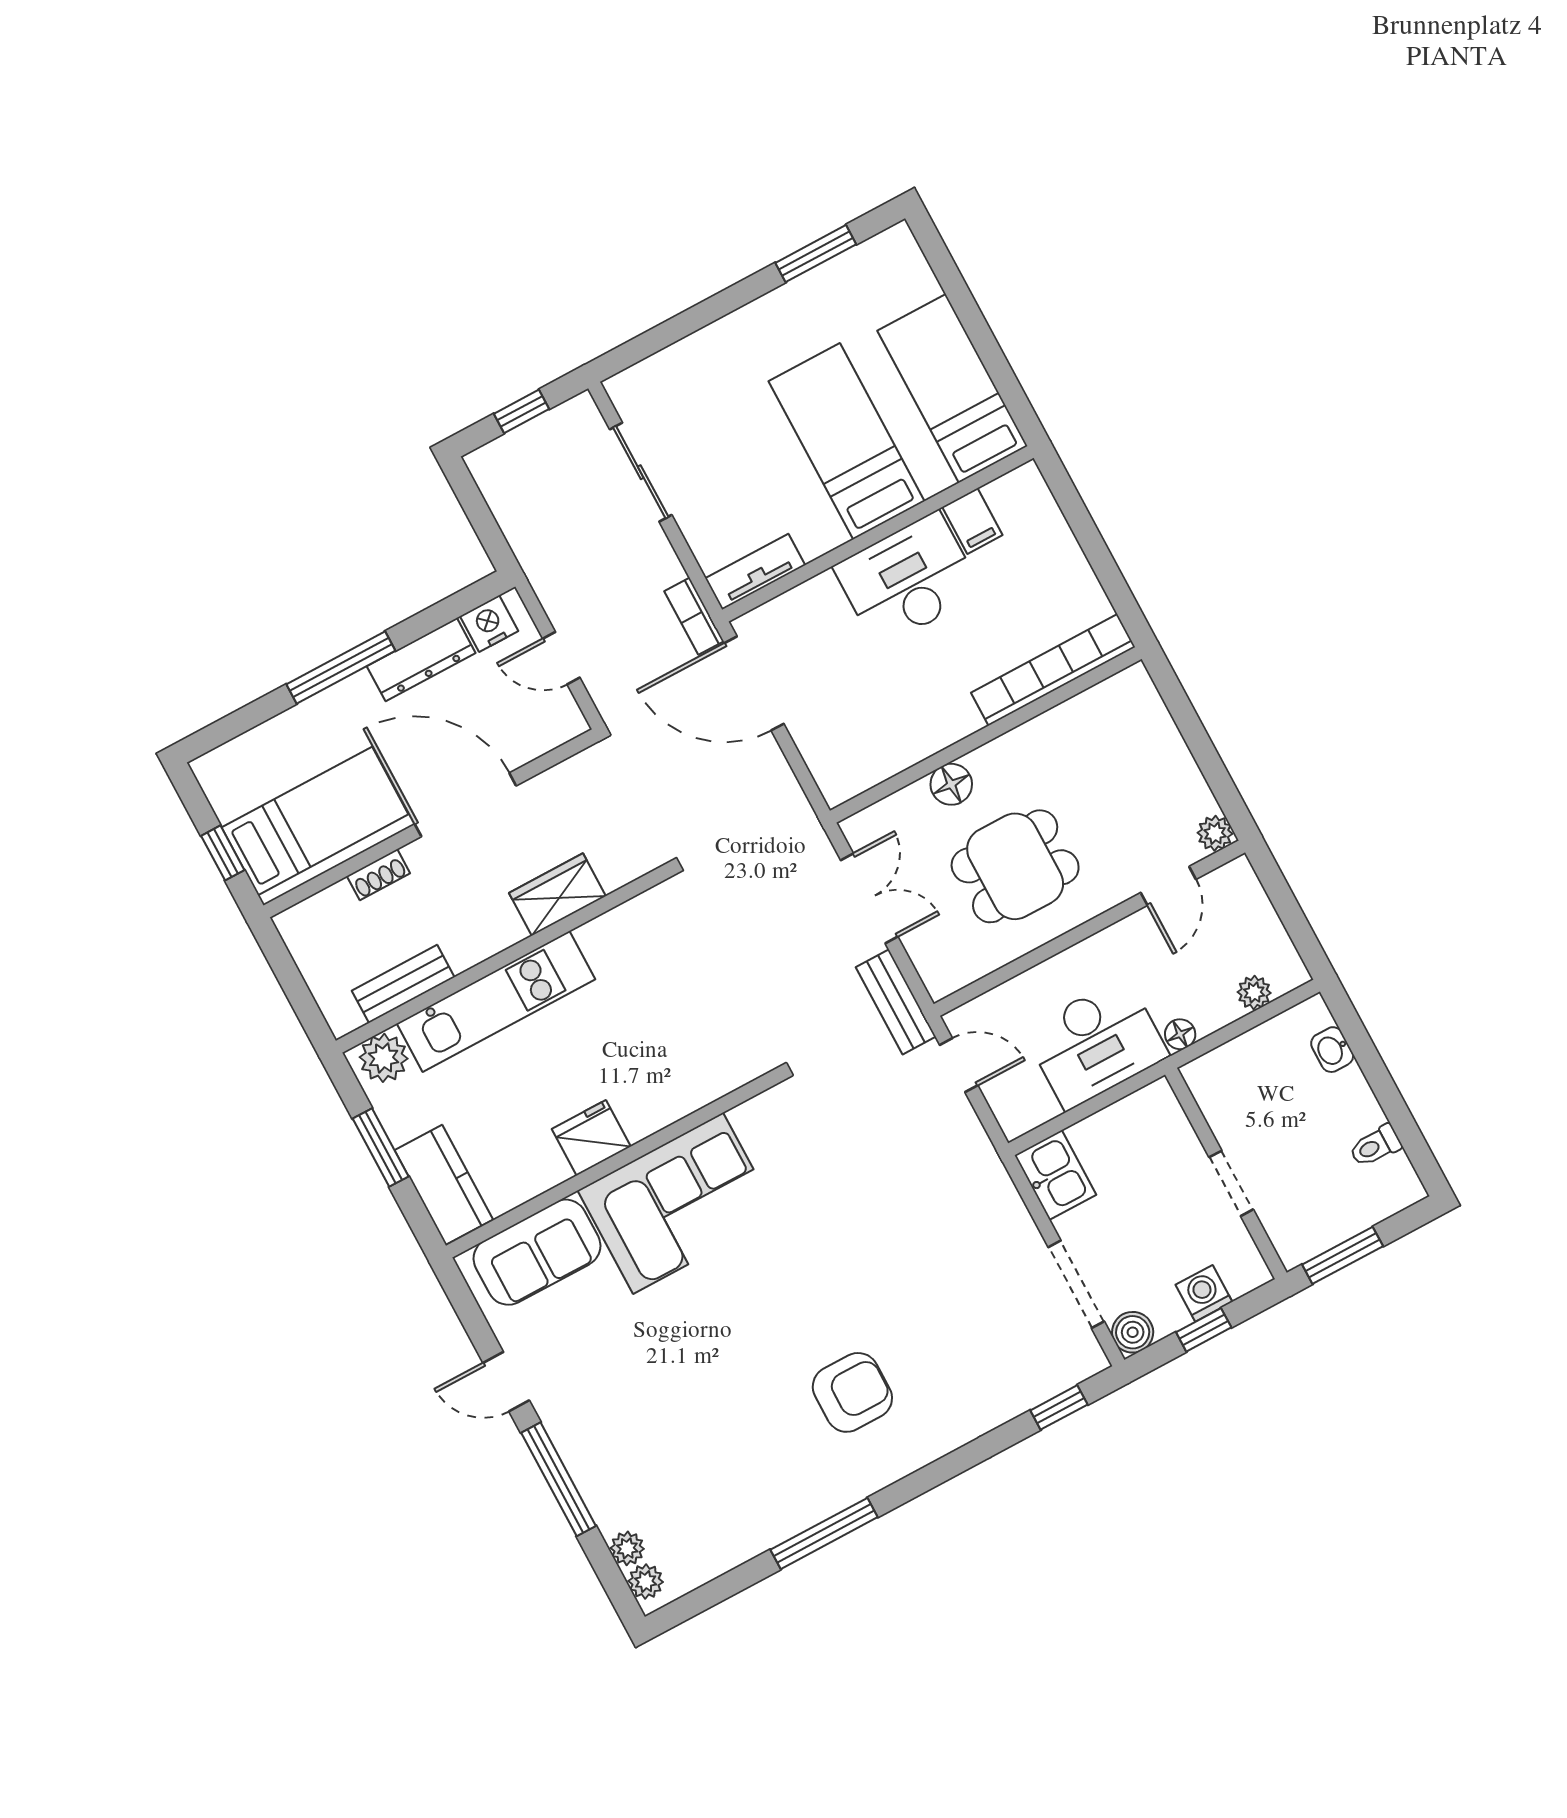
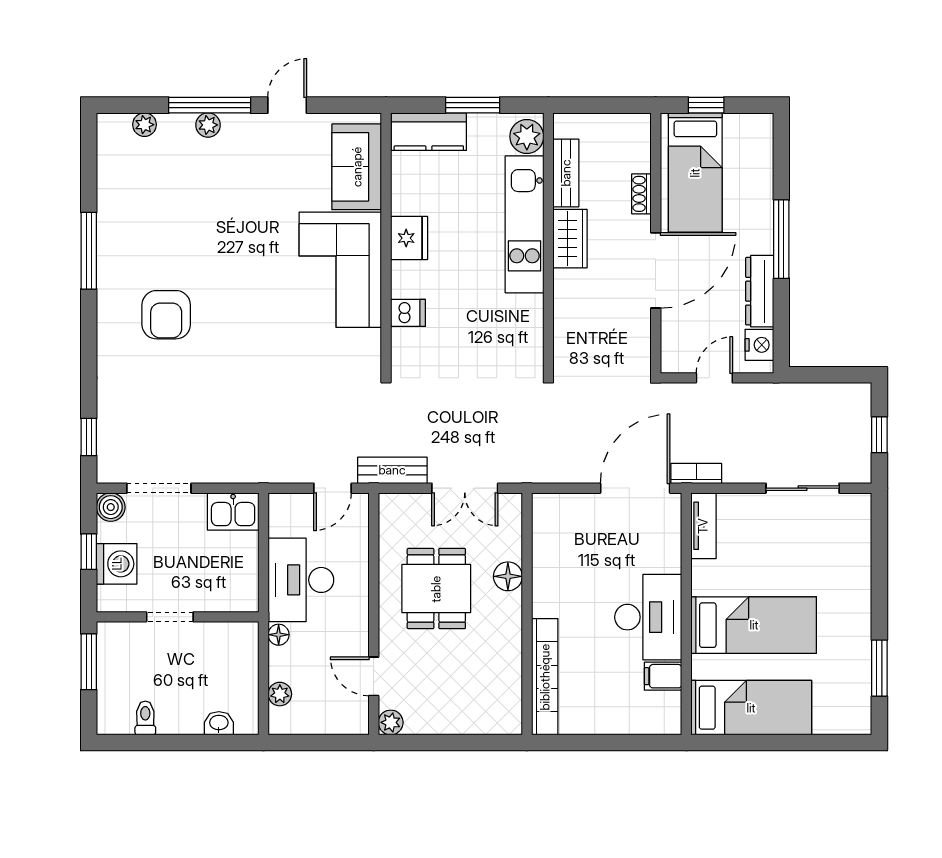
wardrobe: (557, 895) -> (570, 239), moved
dishwasher: (687, 1088) -> (408, 313), added
washing machine: (1204, 1293) -> (117, 564), width x1.38, depth x1.38
plant: (646, 1581) -> (208, 125), moved

